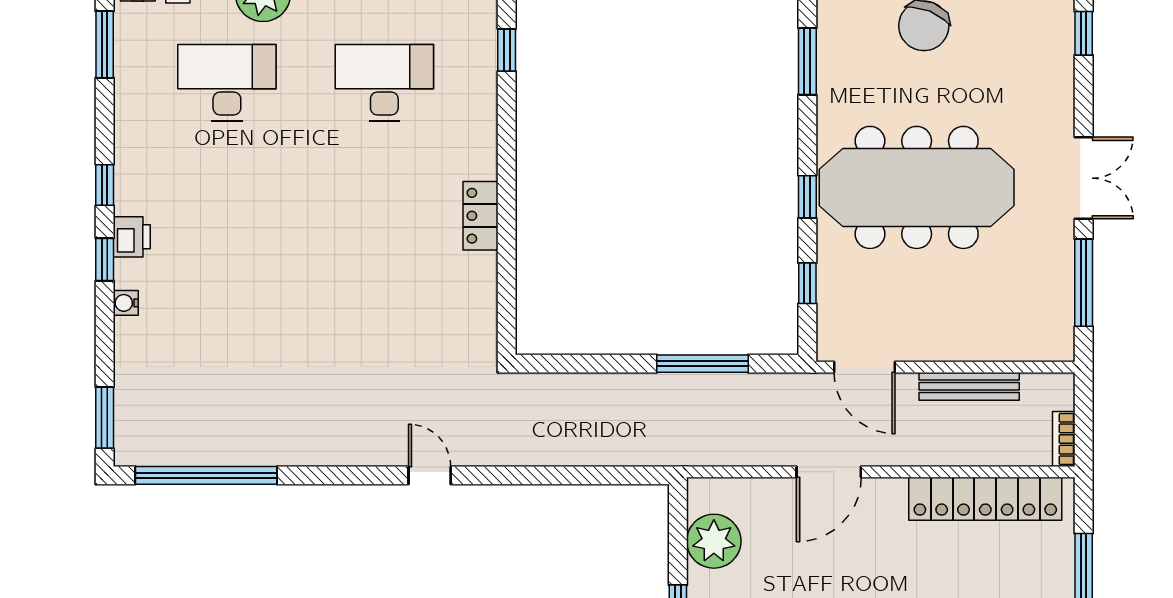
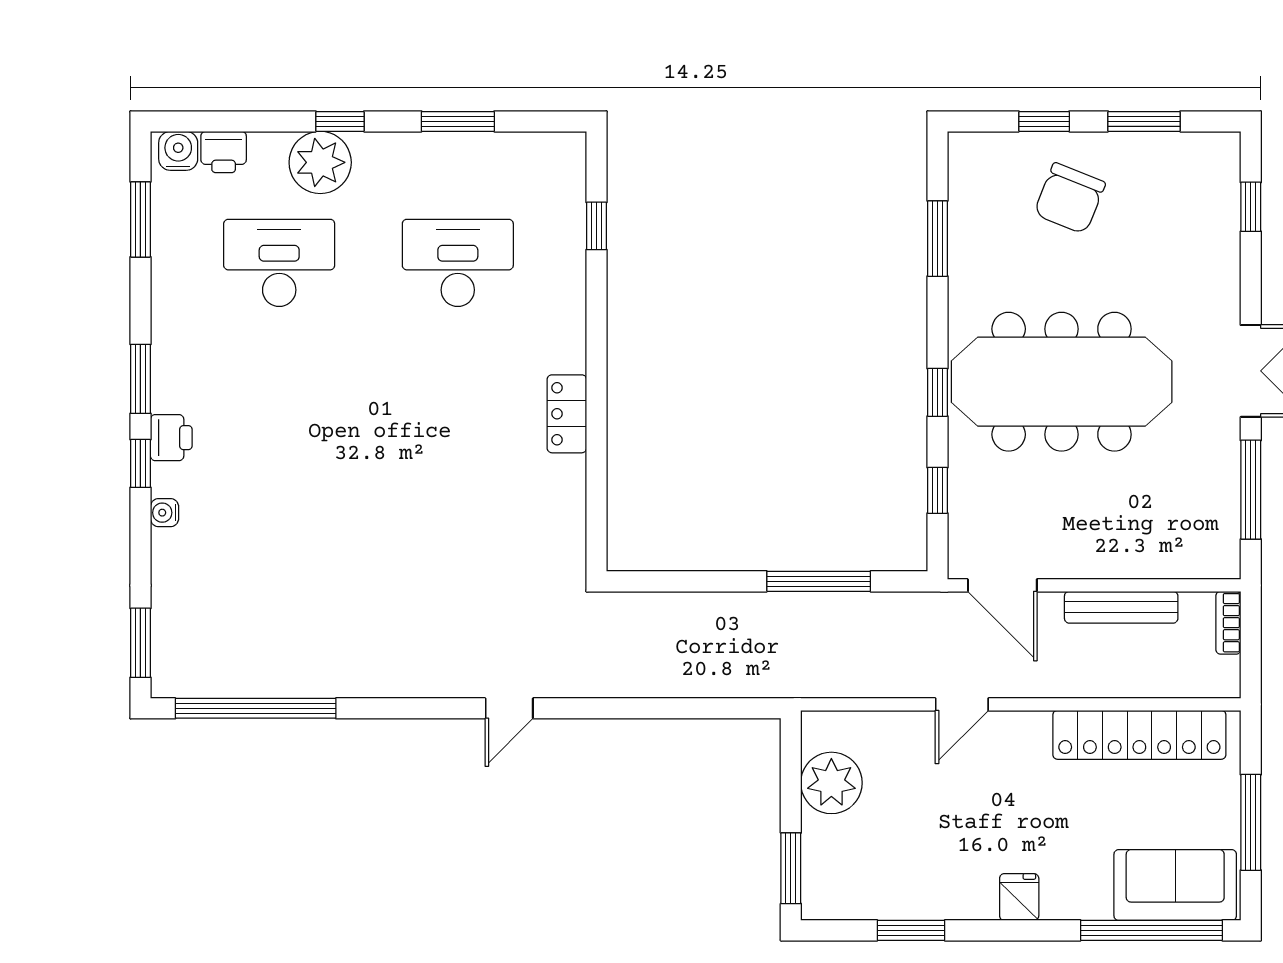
window: (105, 185) -> (140, 379), width x1.50
bookcase: (1064, 439) -> (1228, 623), moved
door: (829, 472) -> (962, 704), width x0.73
door: (430, 475) -> (509, 708), swing flipped

